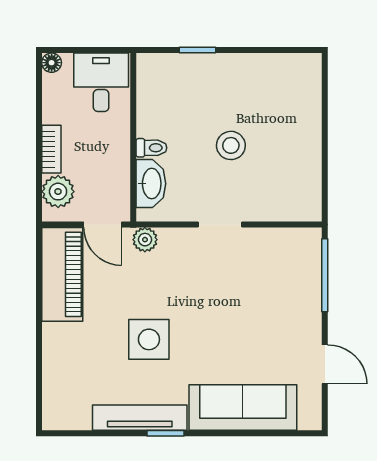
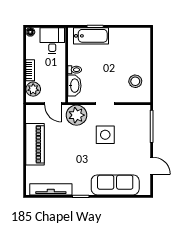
bathtub: (188, 71) -> (91, 36), added
stool: (231, 145) -> (135, 81), moved
plant: (145, 240) -> (76, 115), width x1.88, depth x1.88
piano: (62, 274) -> (35, 144), moved
side table: (149, 339) -> (105, 135), moved
tv unit: (140, 418) -> (51, 189), moved

